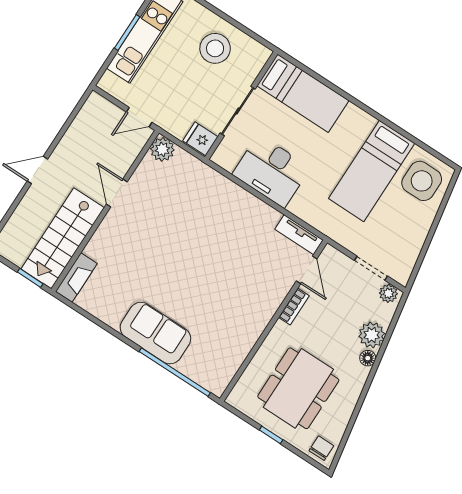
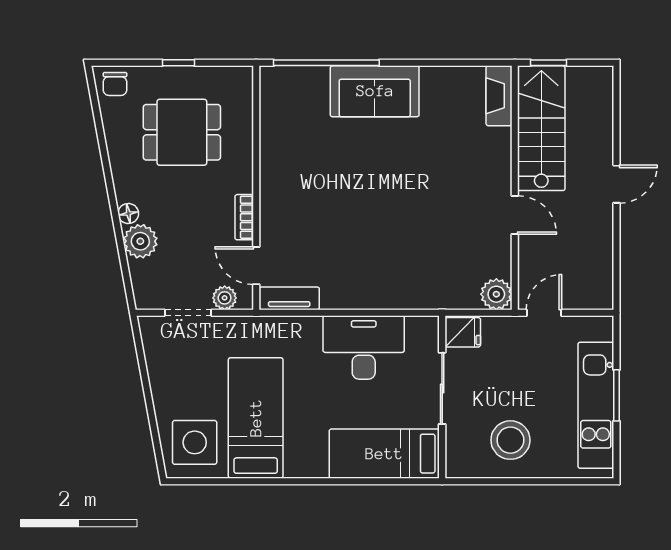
plant: (388, 293) -> (225, 298), moved
dining table: (298, 388) -> (182, 132), width x0.73

